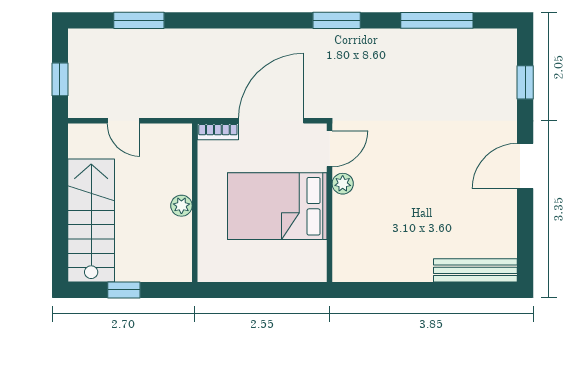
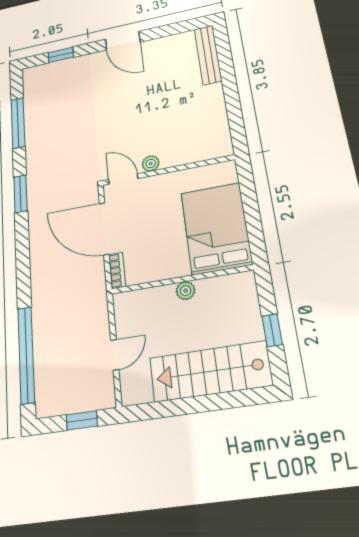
window: (139, 20) -> (26, 355), width x2.11
bed: (277, 206) -> (216, 228), moved, turned 180

